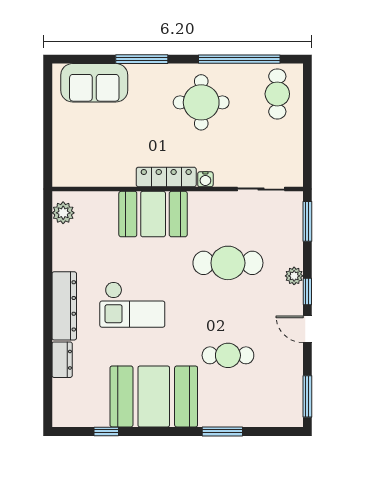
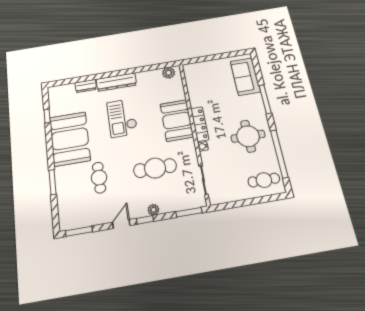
cafe table: (228, 263) -> (155, 168), turned 90

